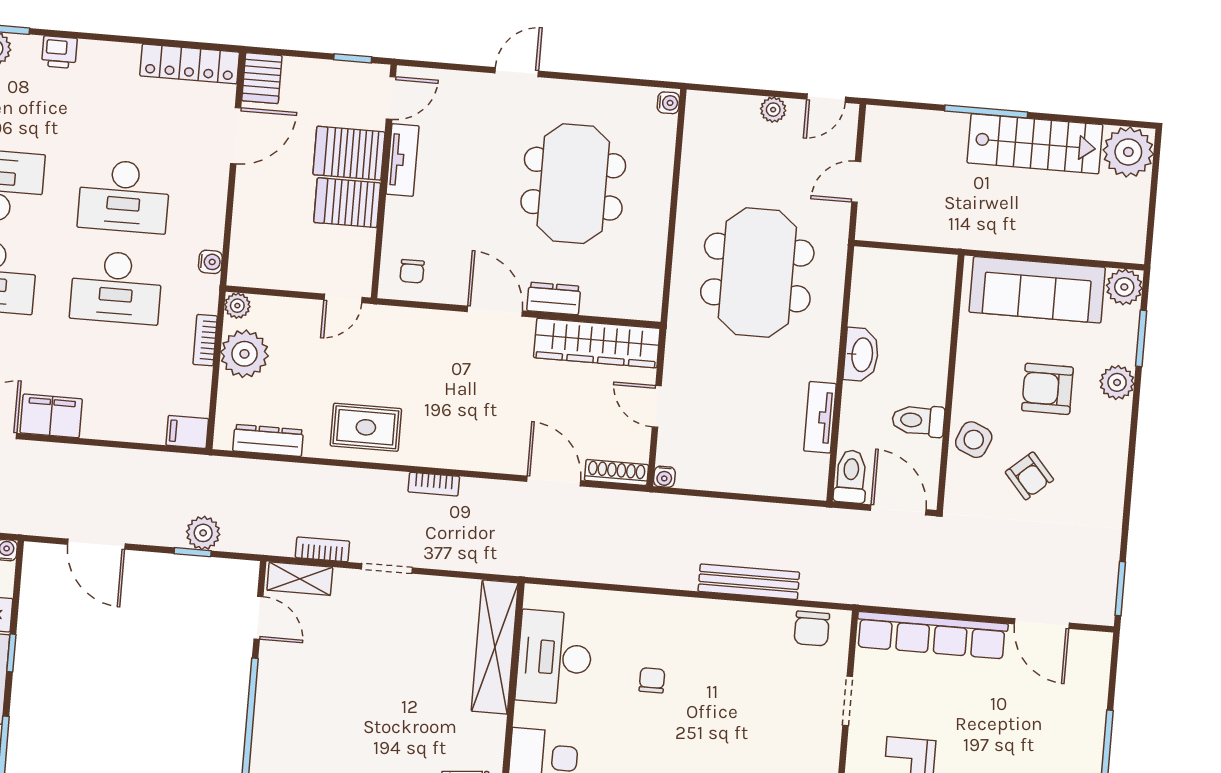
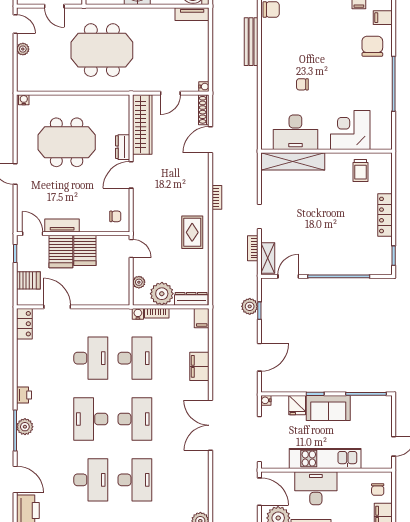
locker: (190, 64) -> (24, 324), width x0.66
server rack: (262, 78) -> (28, 280), moved
water cooler: (210, 262) -> (138, 314), moved
plant: (237, 306) -> (139, 282), moved
filing cabinet: (51, 416) -> (199, 366), moved
tv unit: (820, 417) -> (192, 14), moved
dresser: (268, 440) -> (191, 299), moved, turned 90

